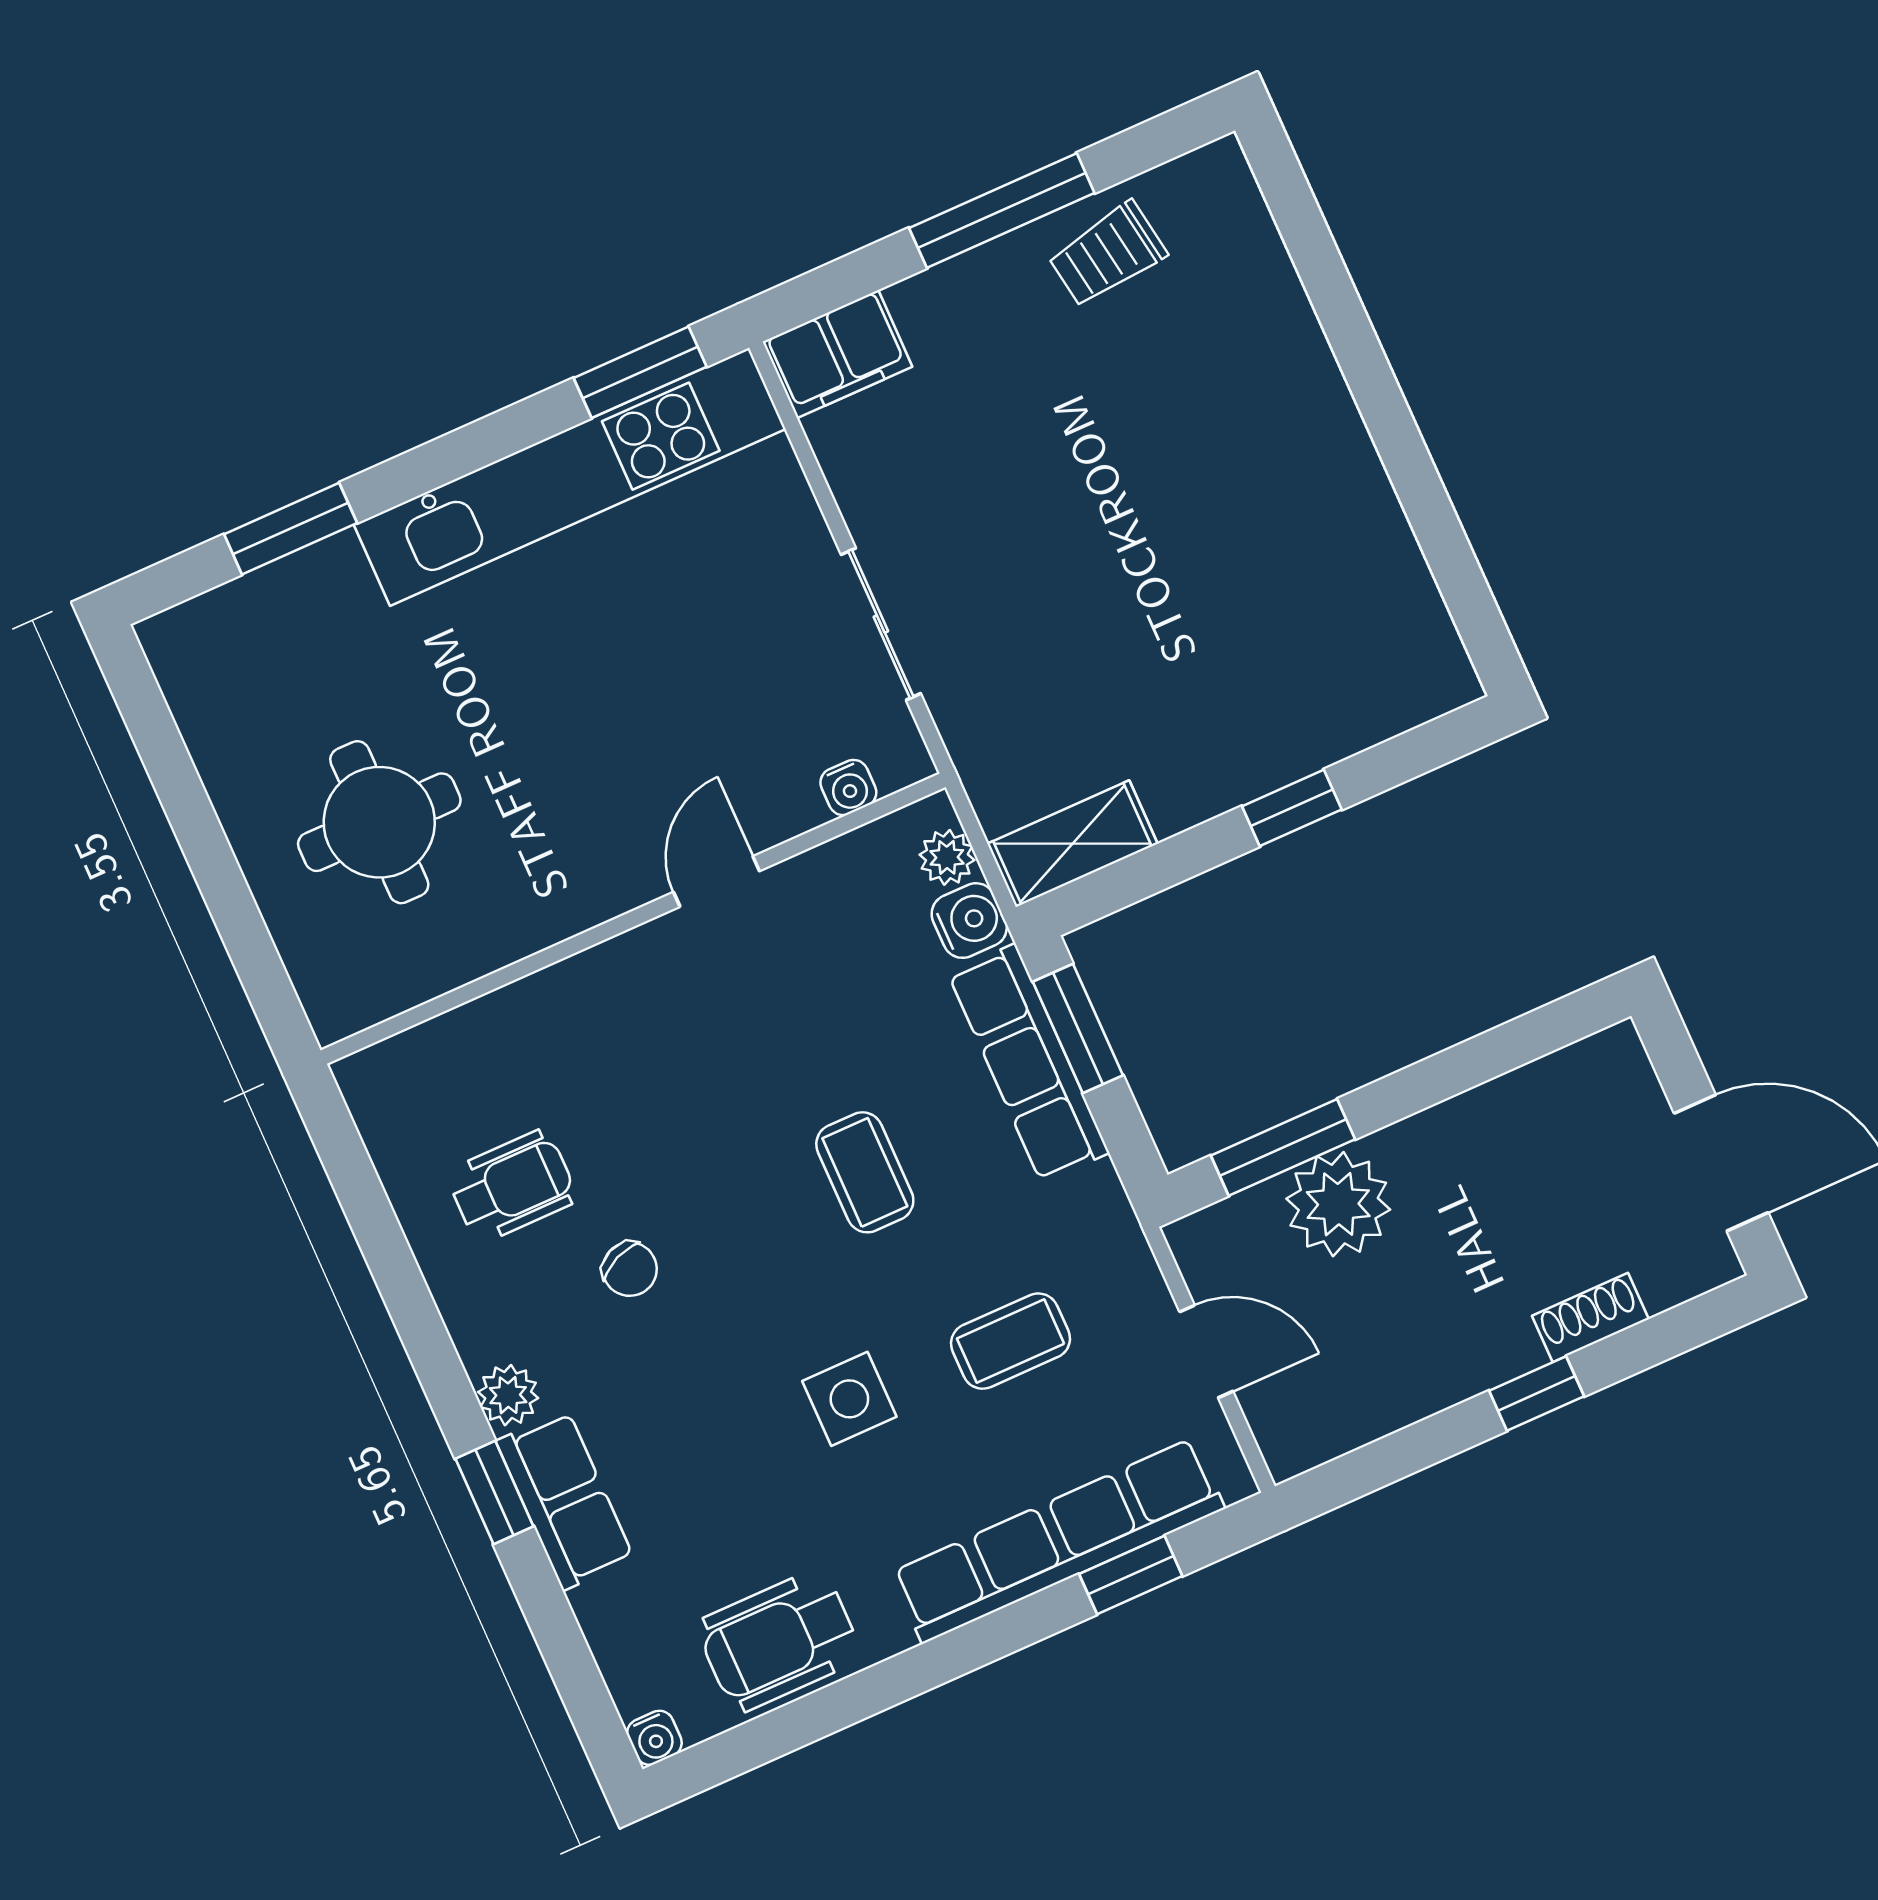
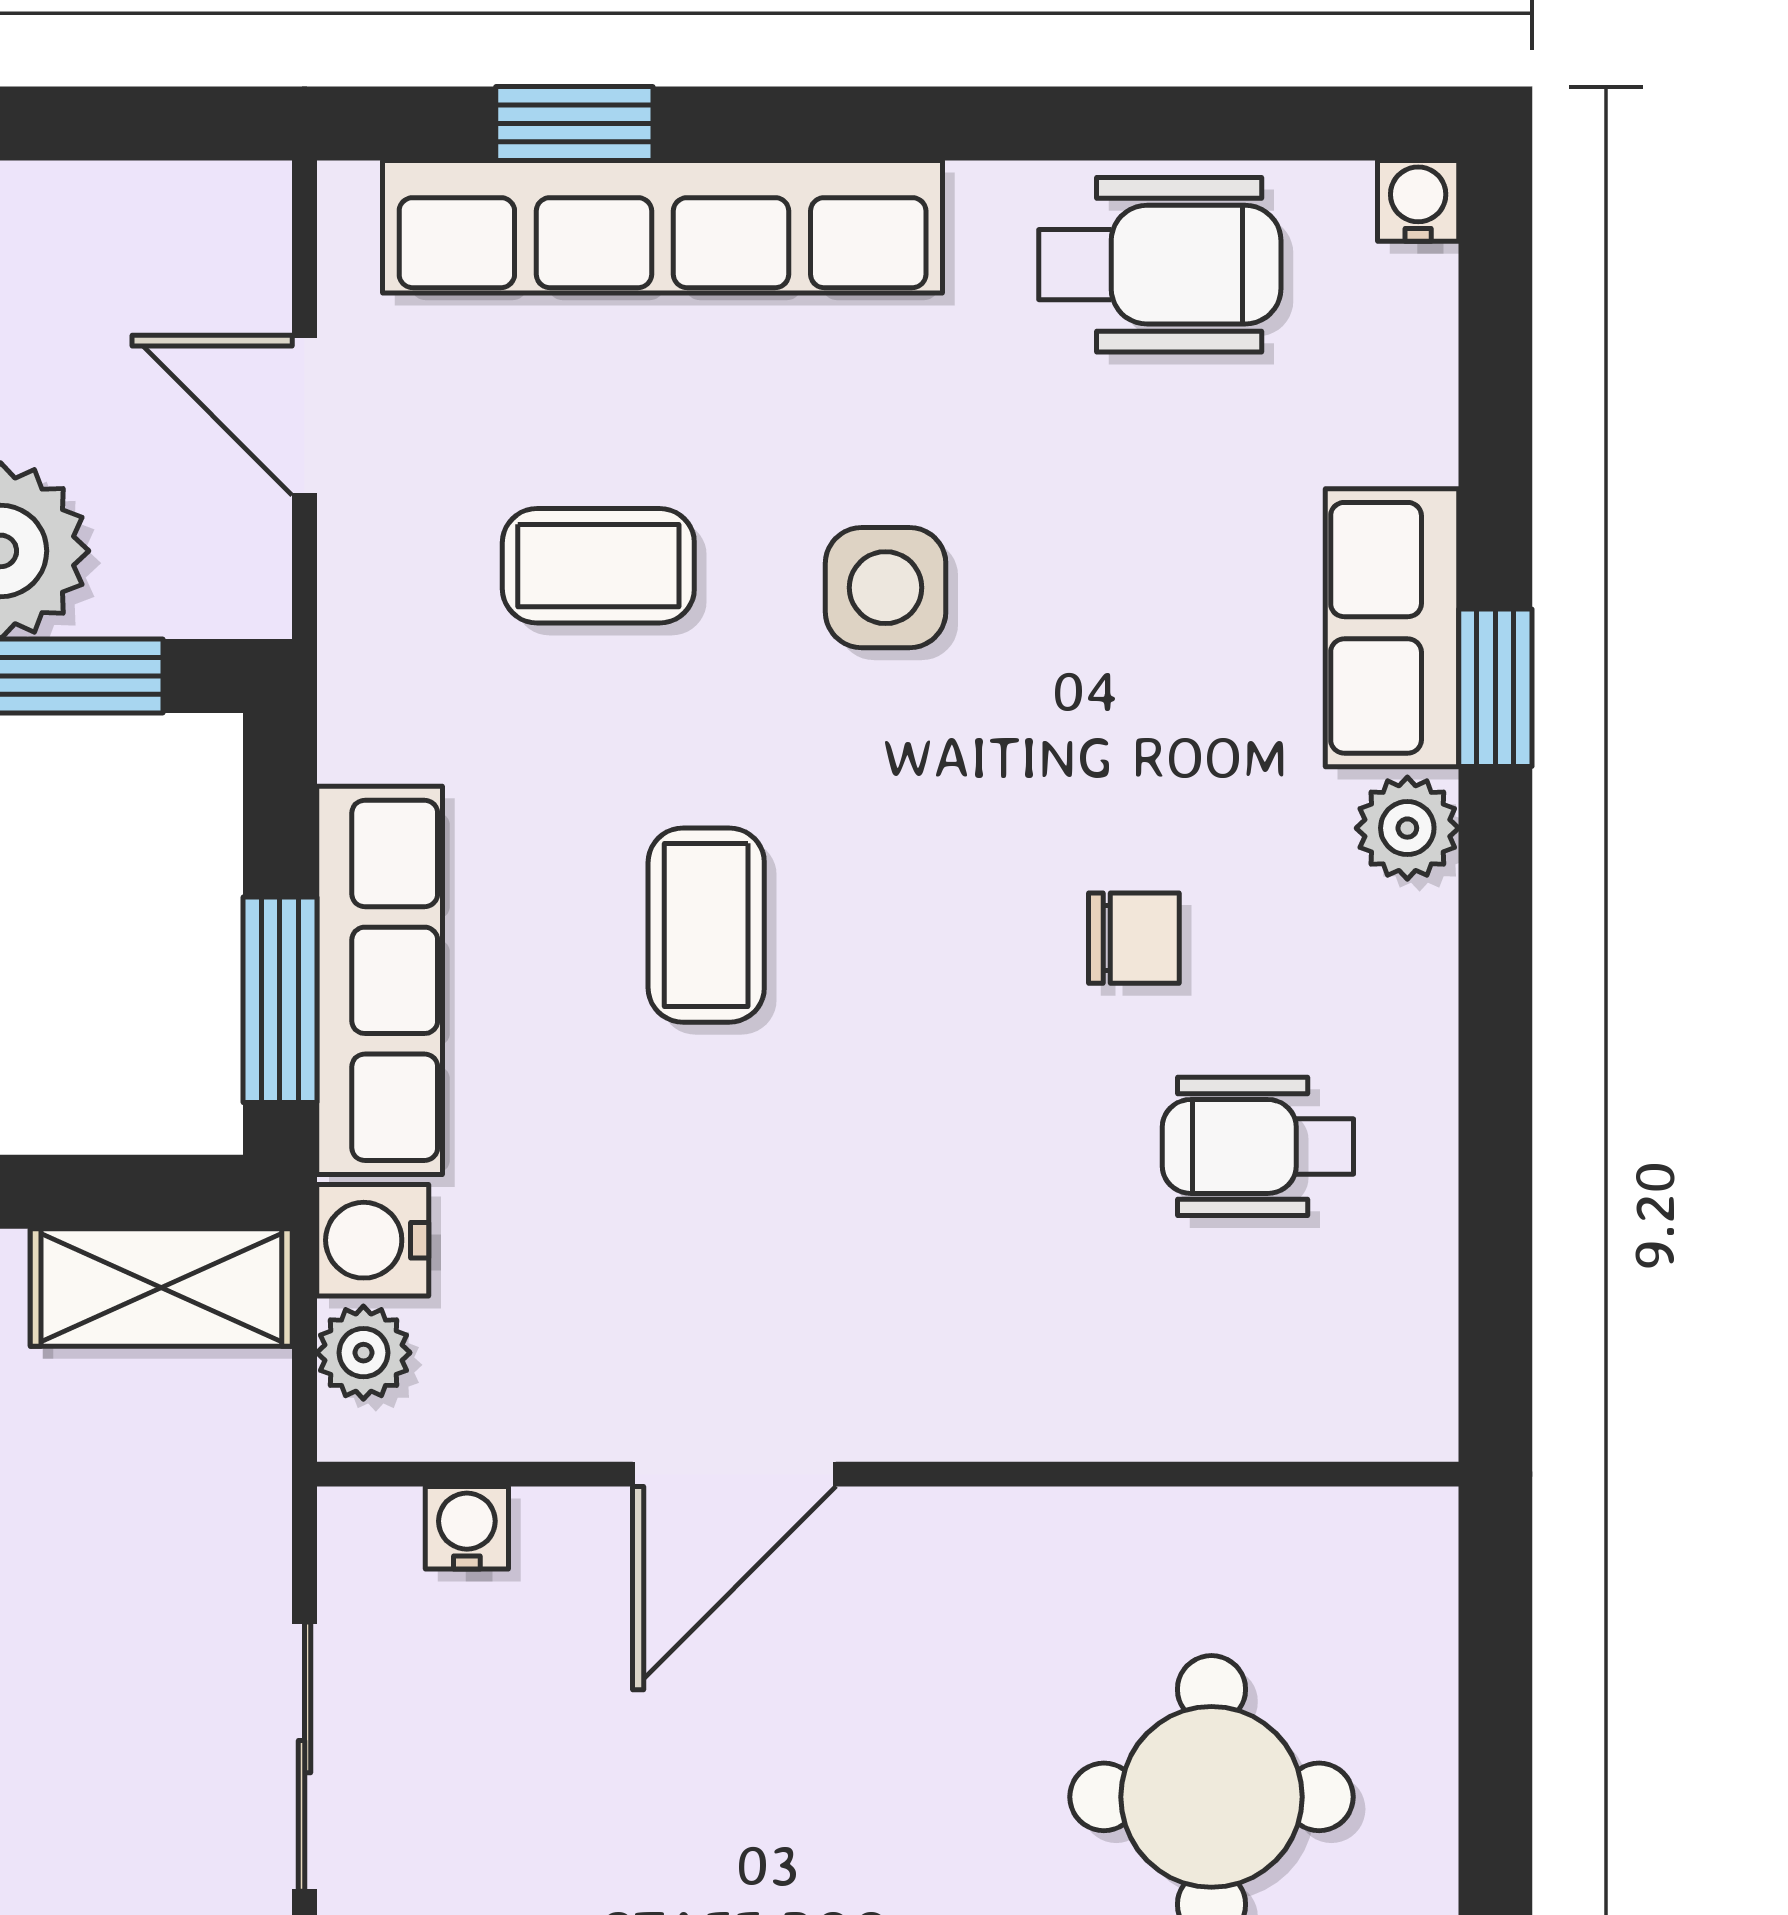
door: (716, 881) -> (734, 1474), width x1.38
chair: (630, 1269) -> (1134, 938), turned 113

